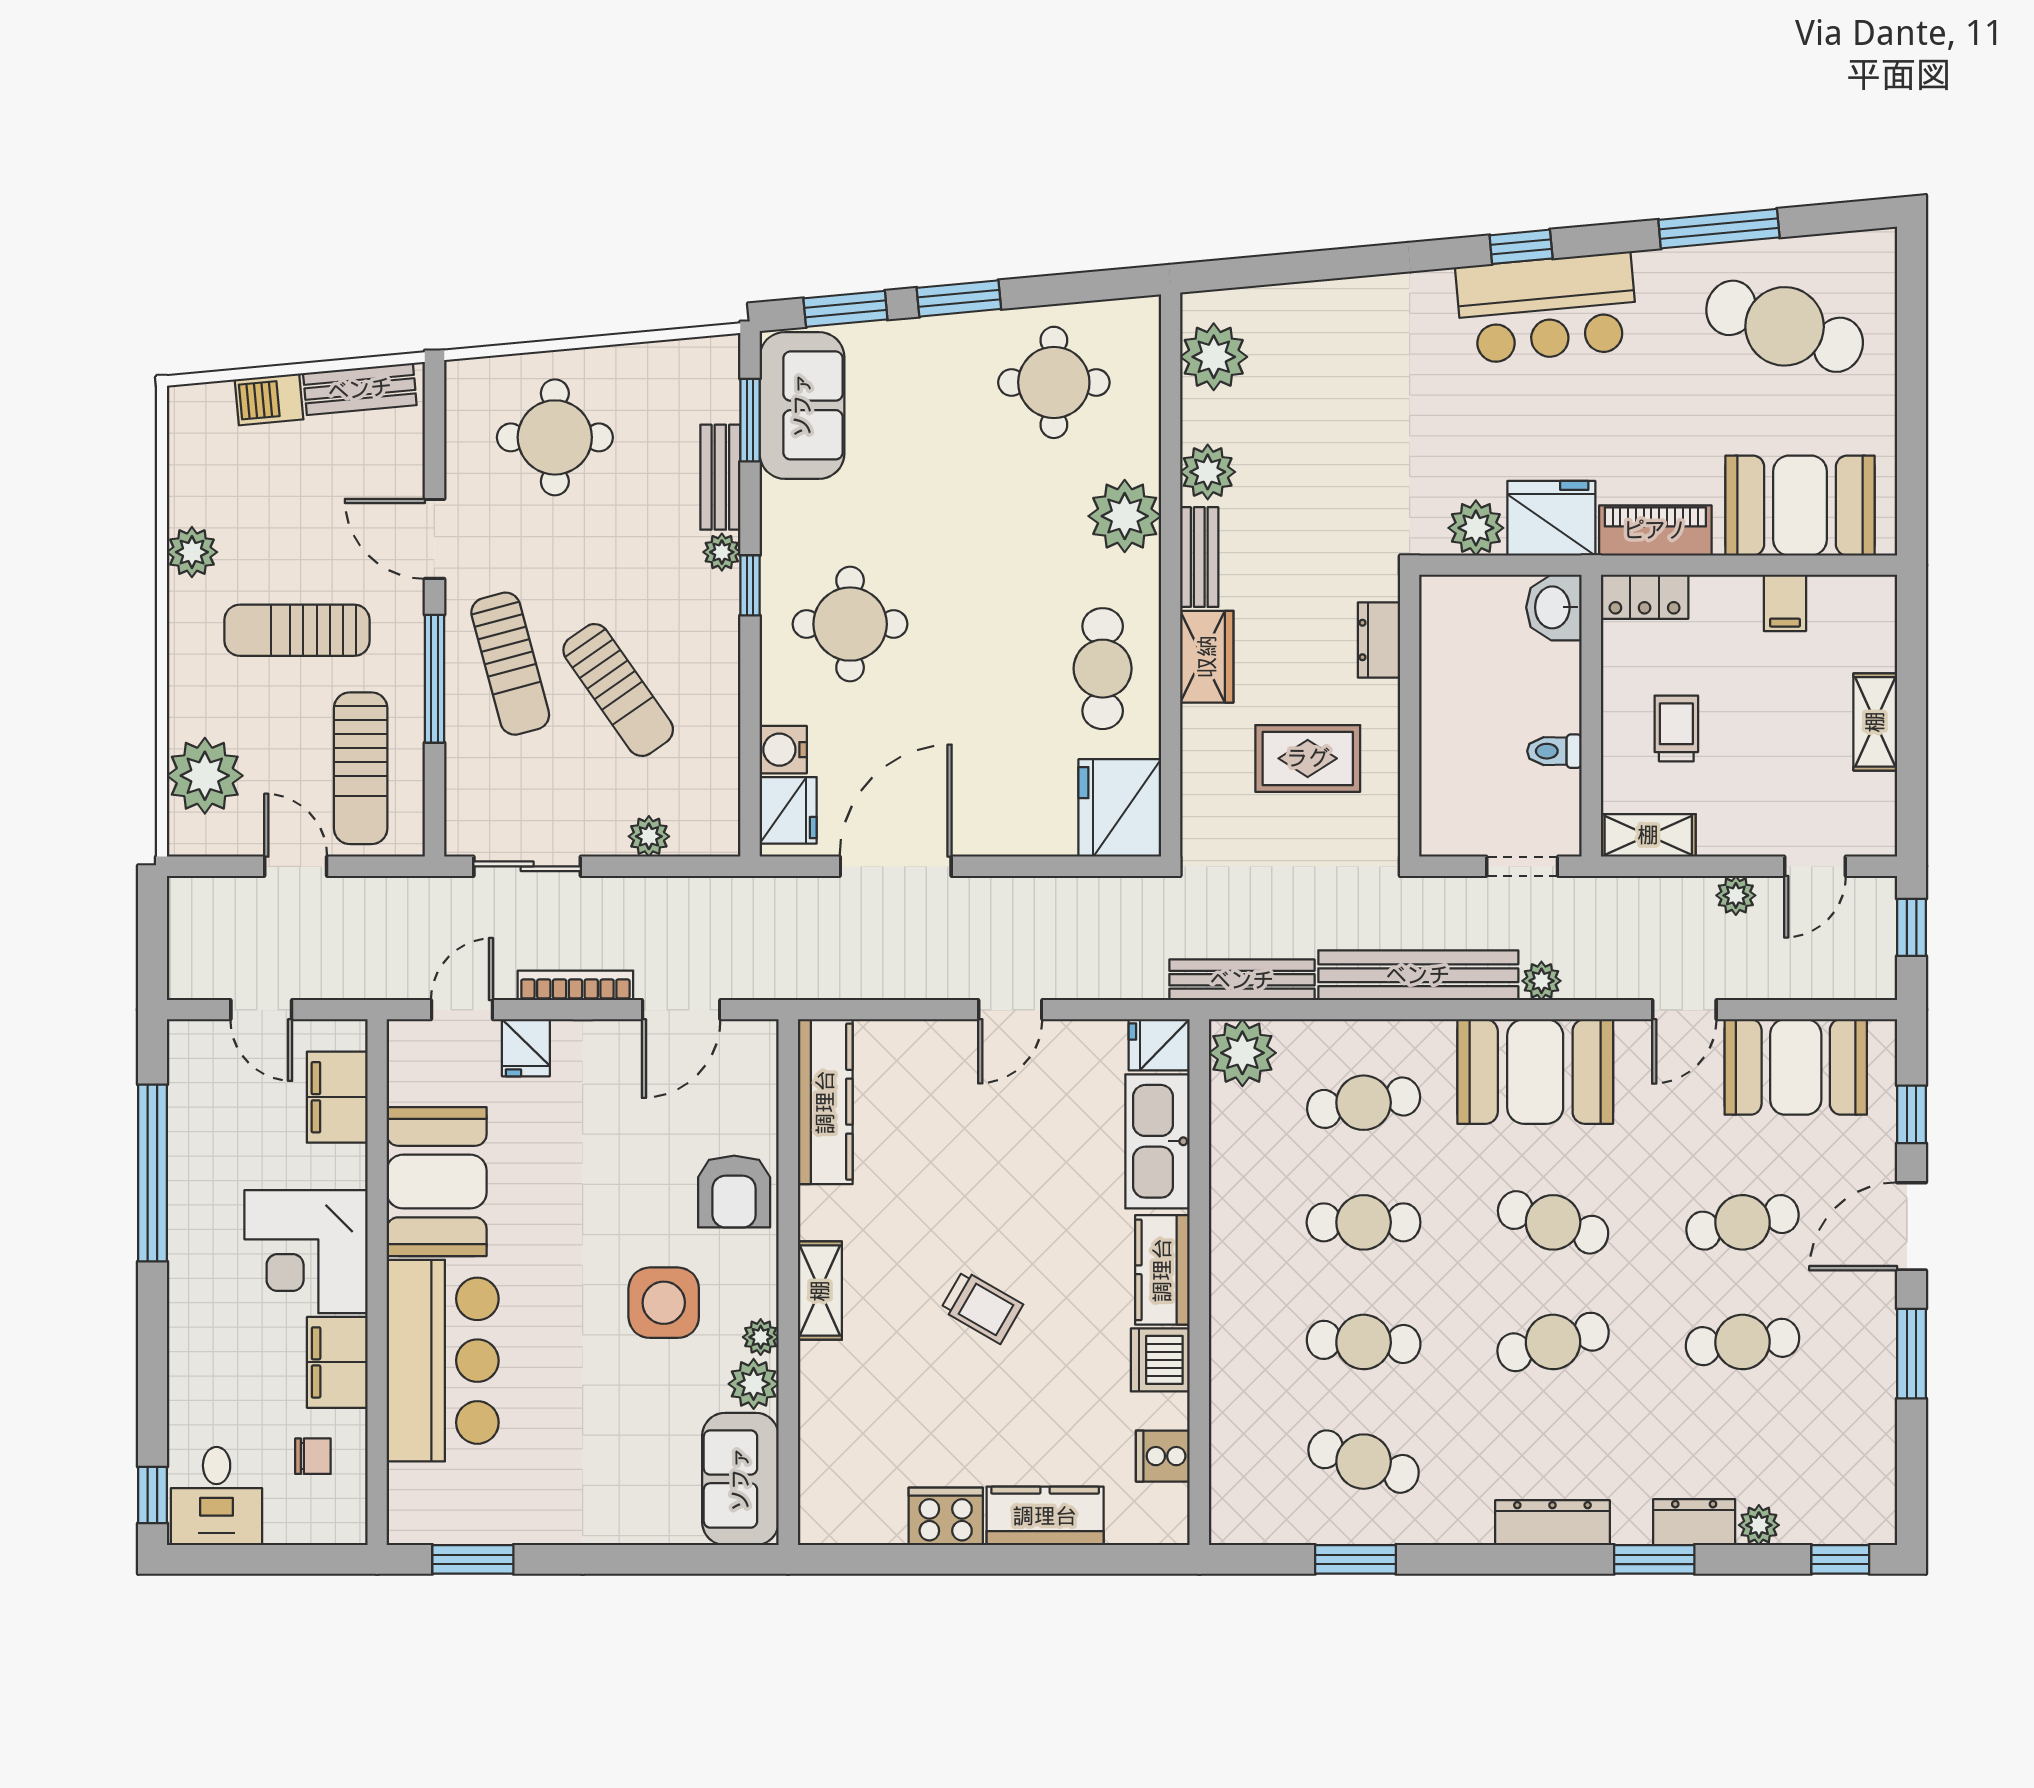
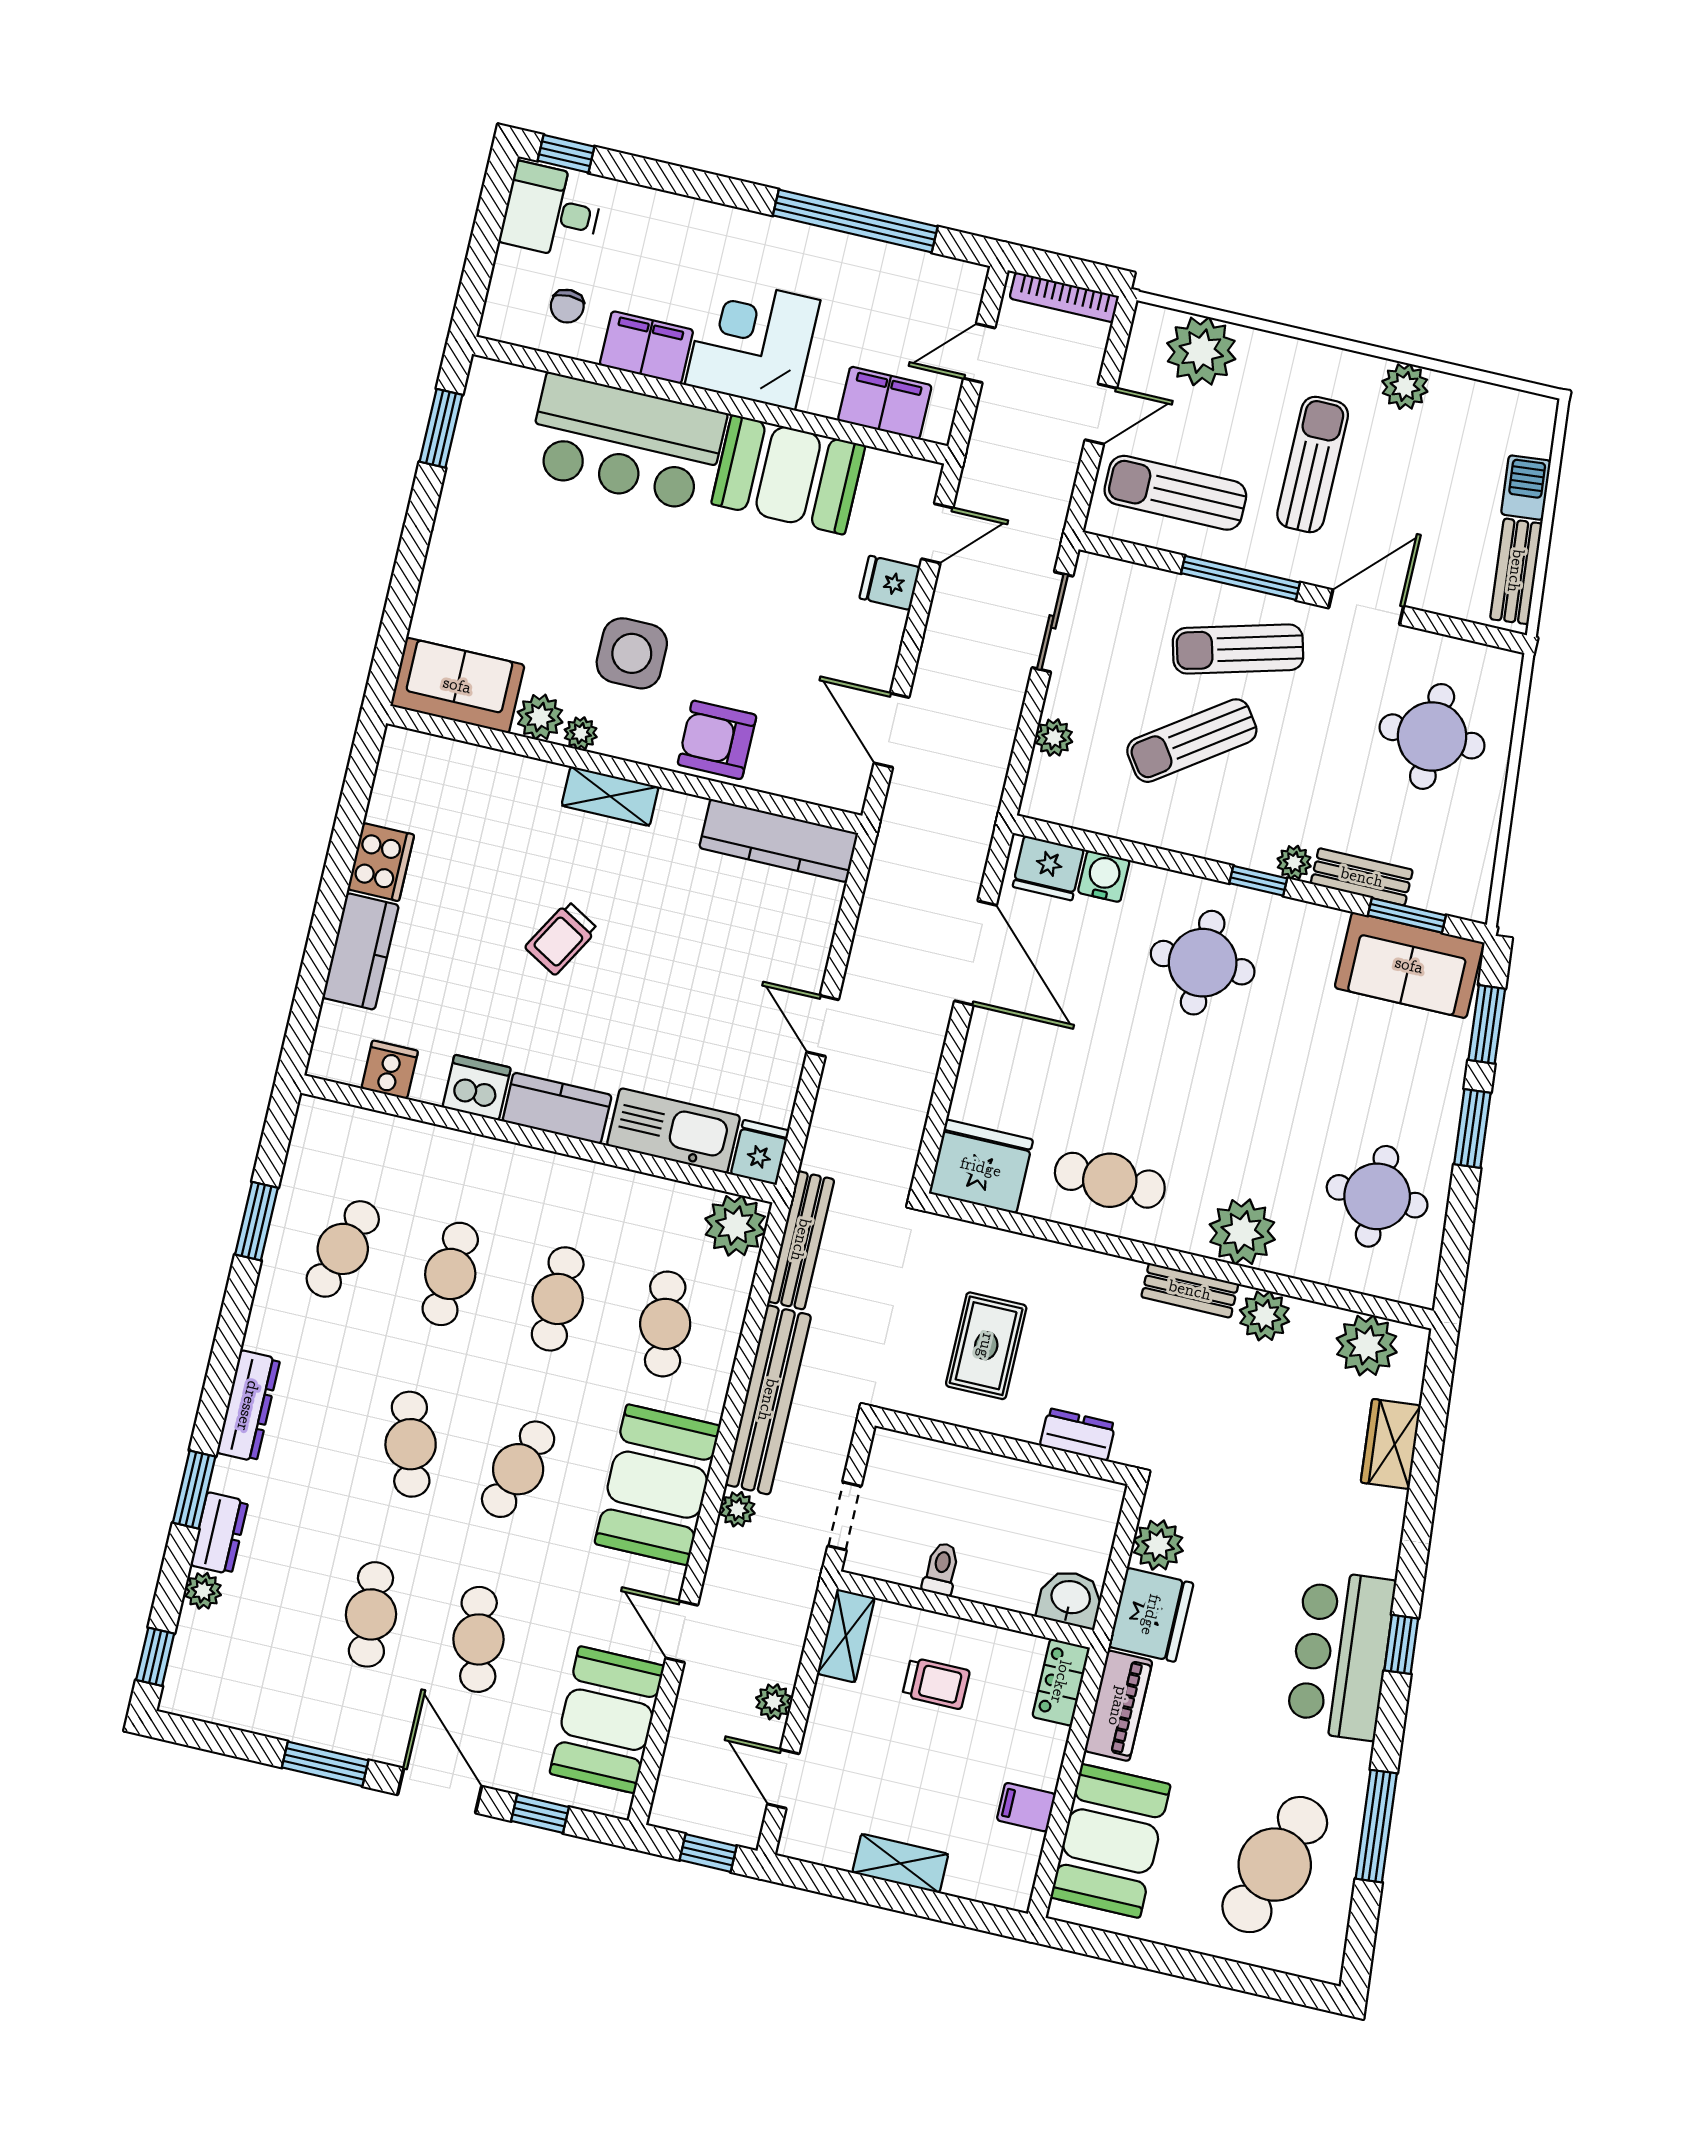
wardrobe: (1207, 657) -> (1391, 1444), moved, turned 85
bookcase: (575, 985) -> (1064, 297), moved, turned 90
door: (462, 1010) -> (937, 533), hinge flipped

